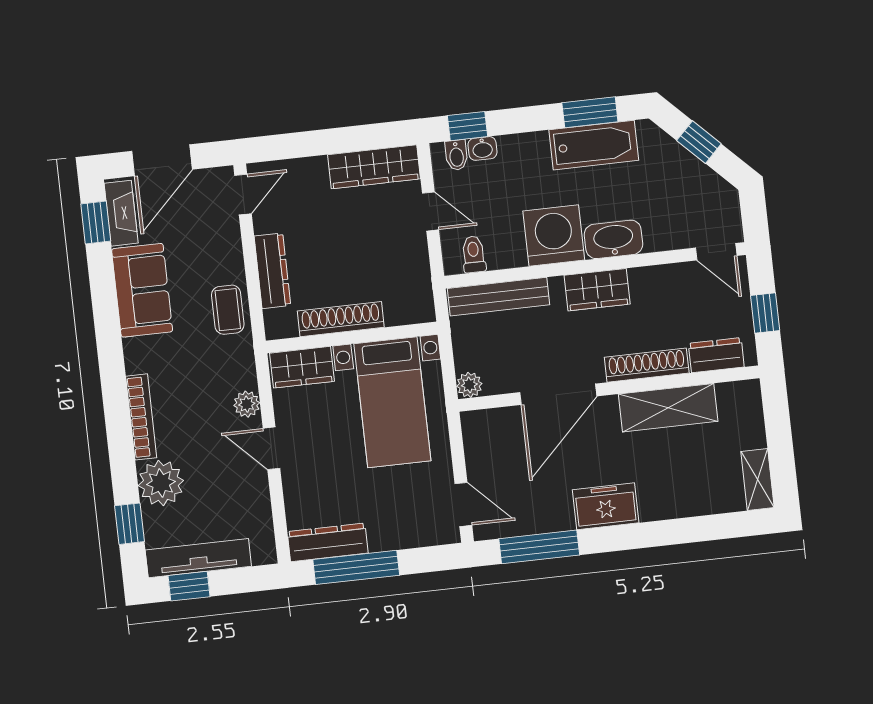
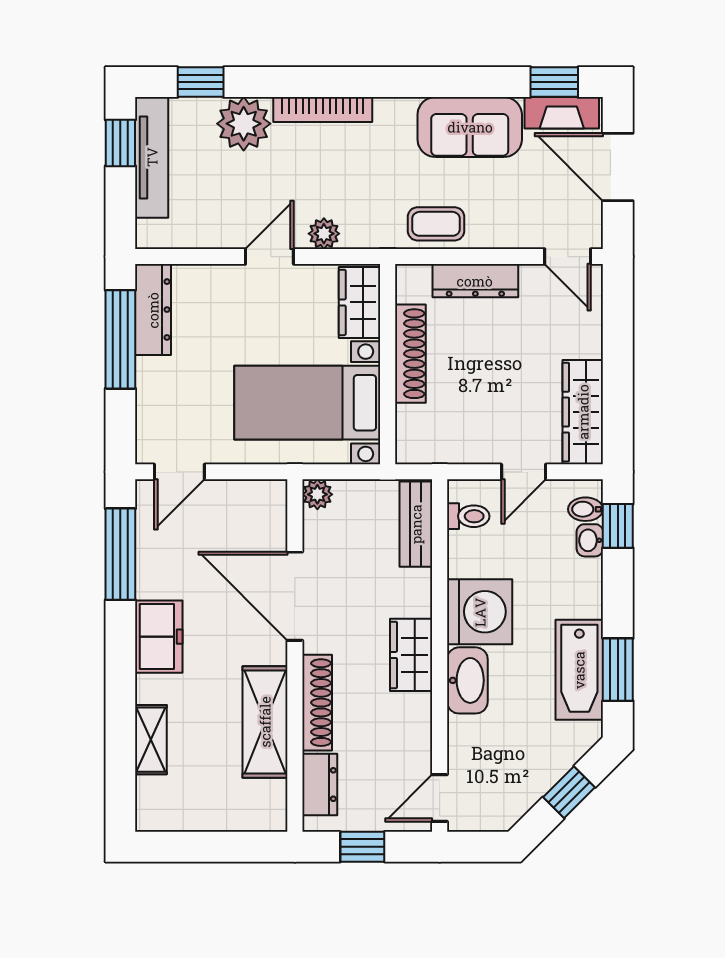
bench: (498, 297) -> (416, 524), width x0.73
shelving: (757, 480) -> (151, 740), moved, turned 90

